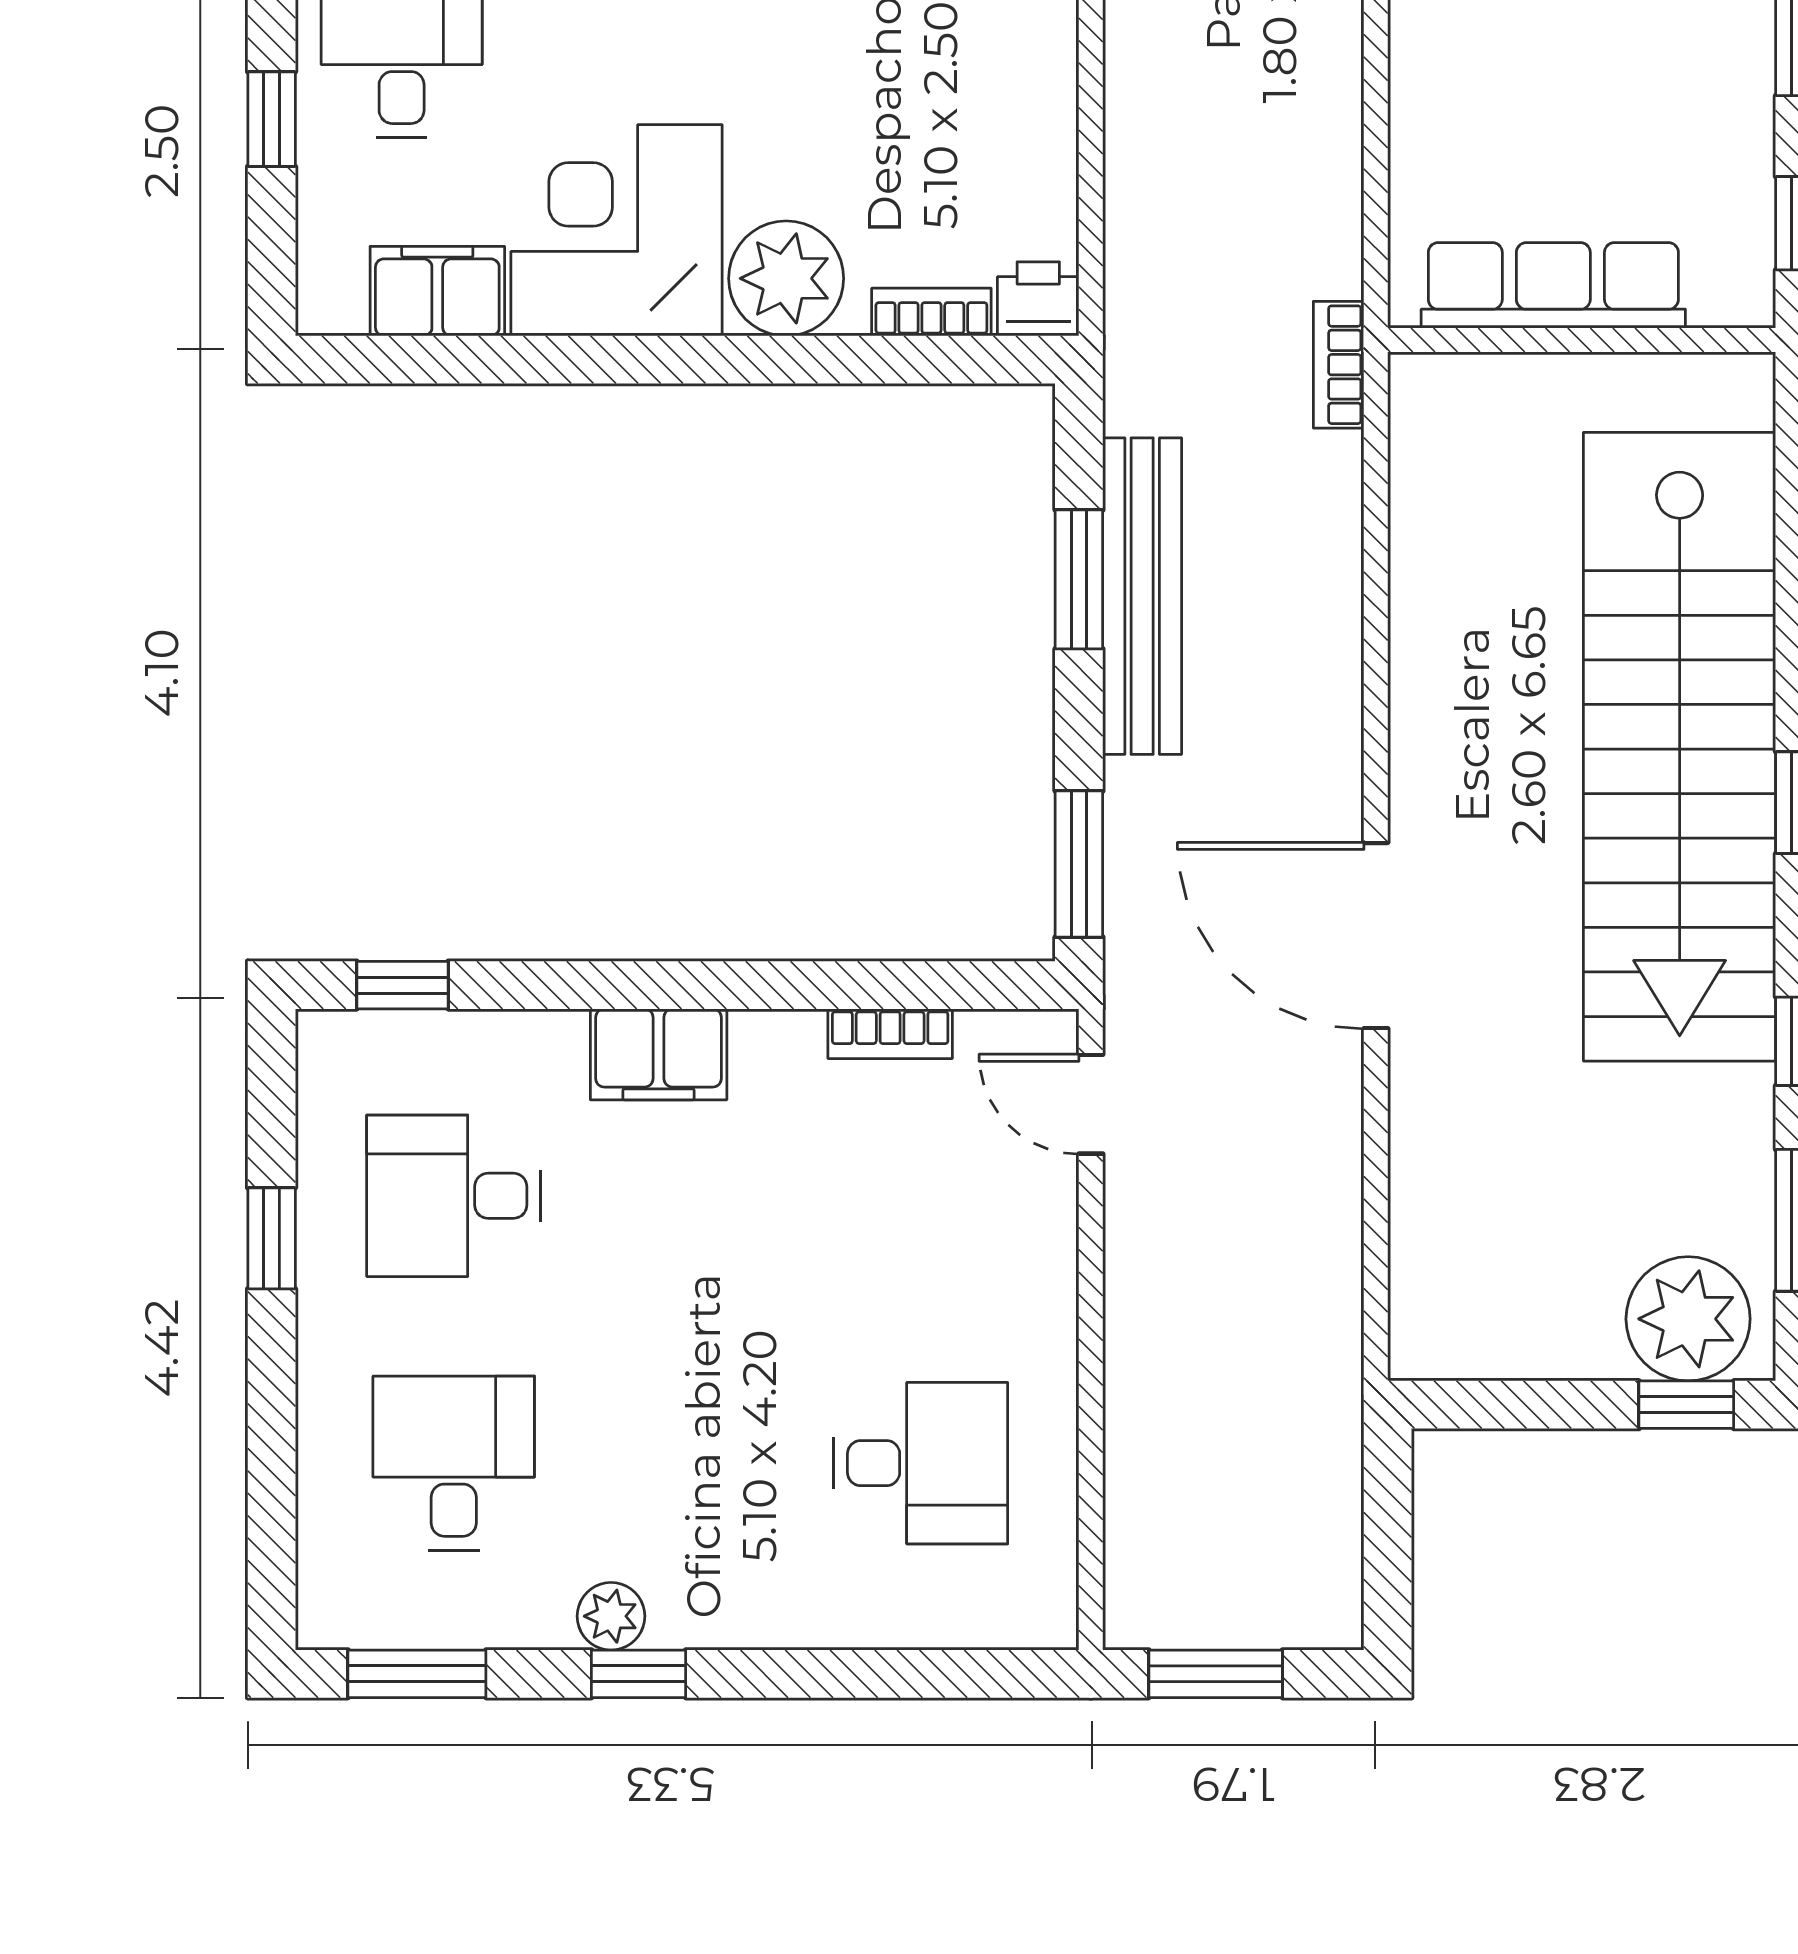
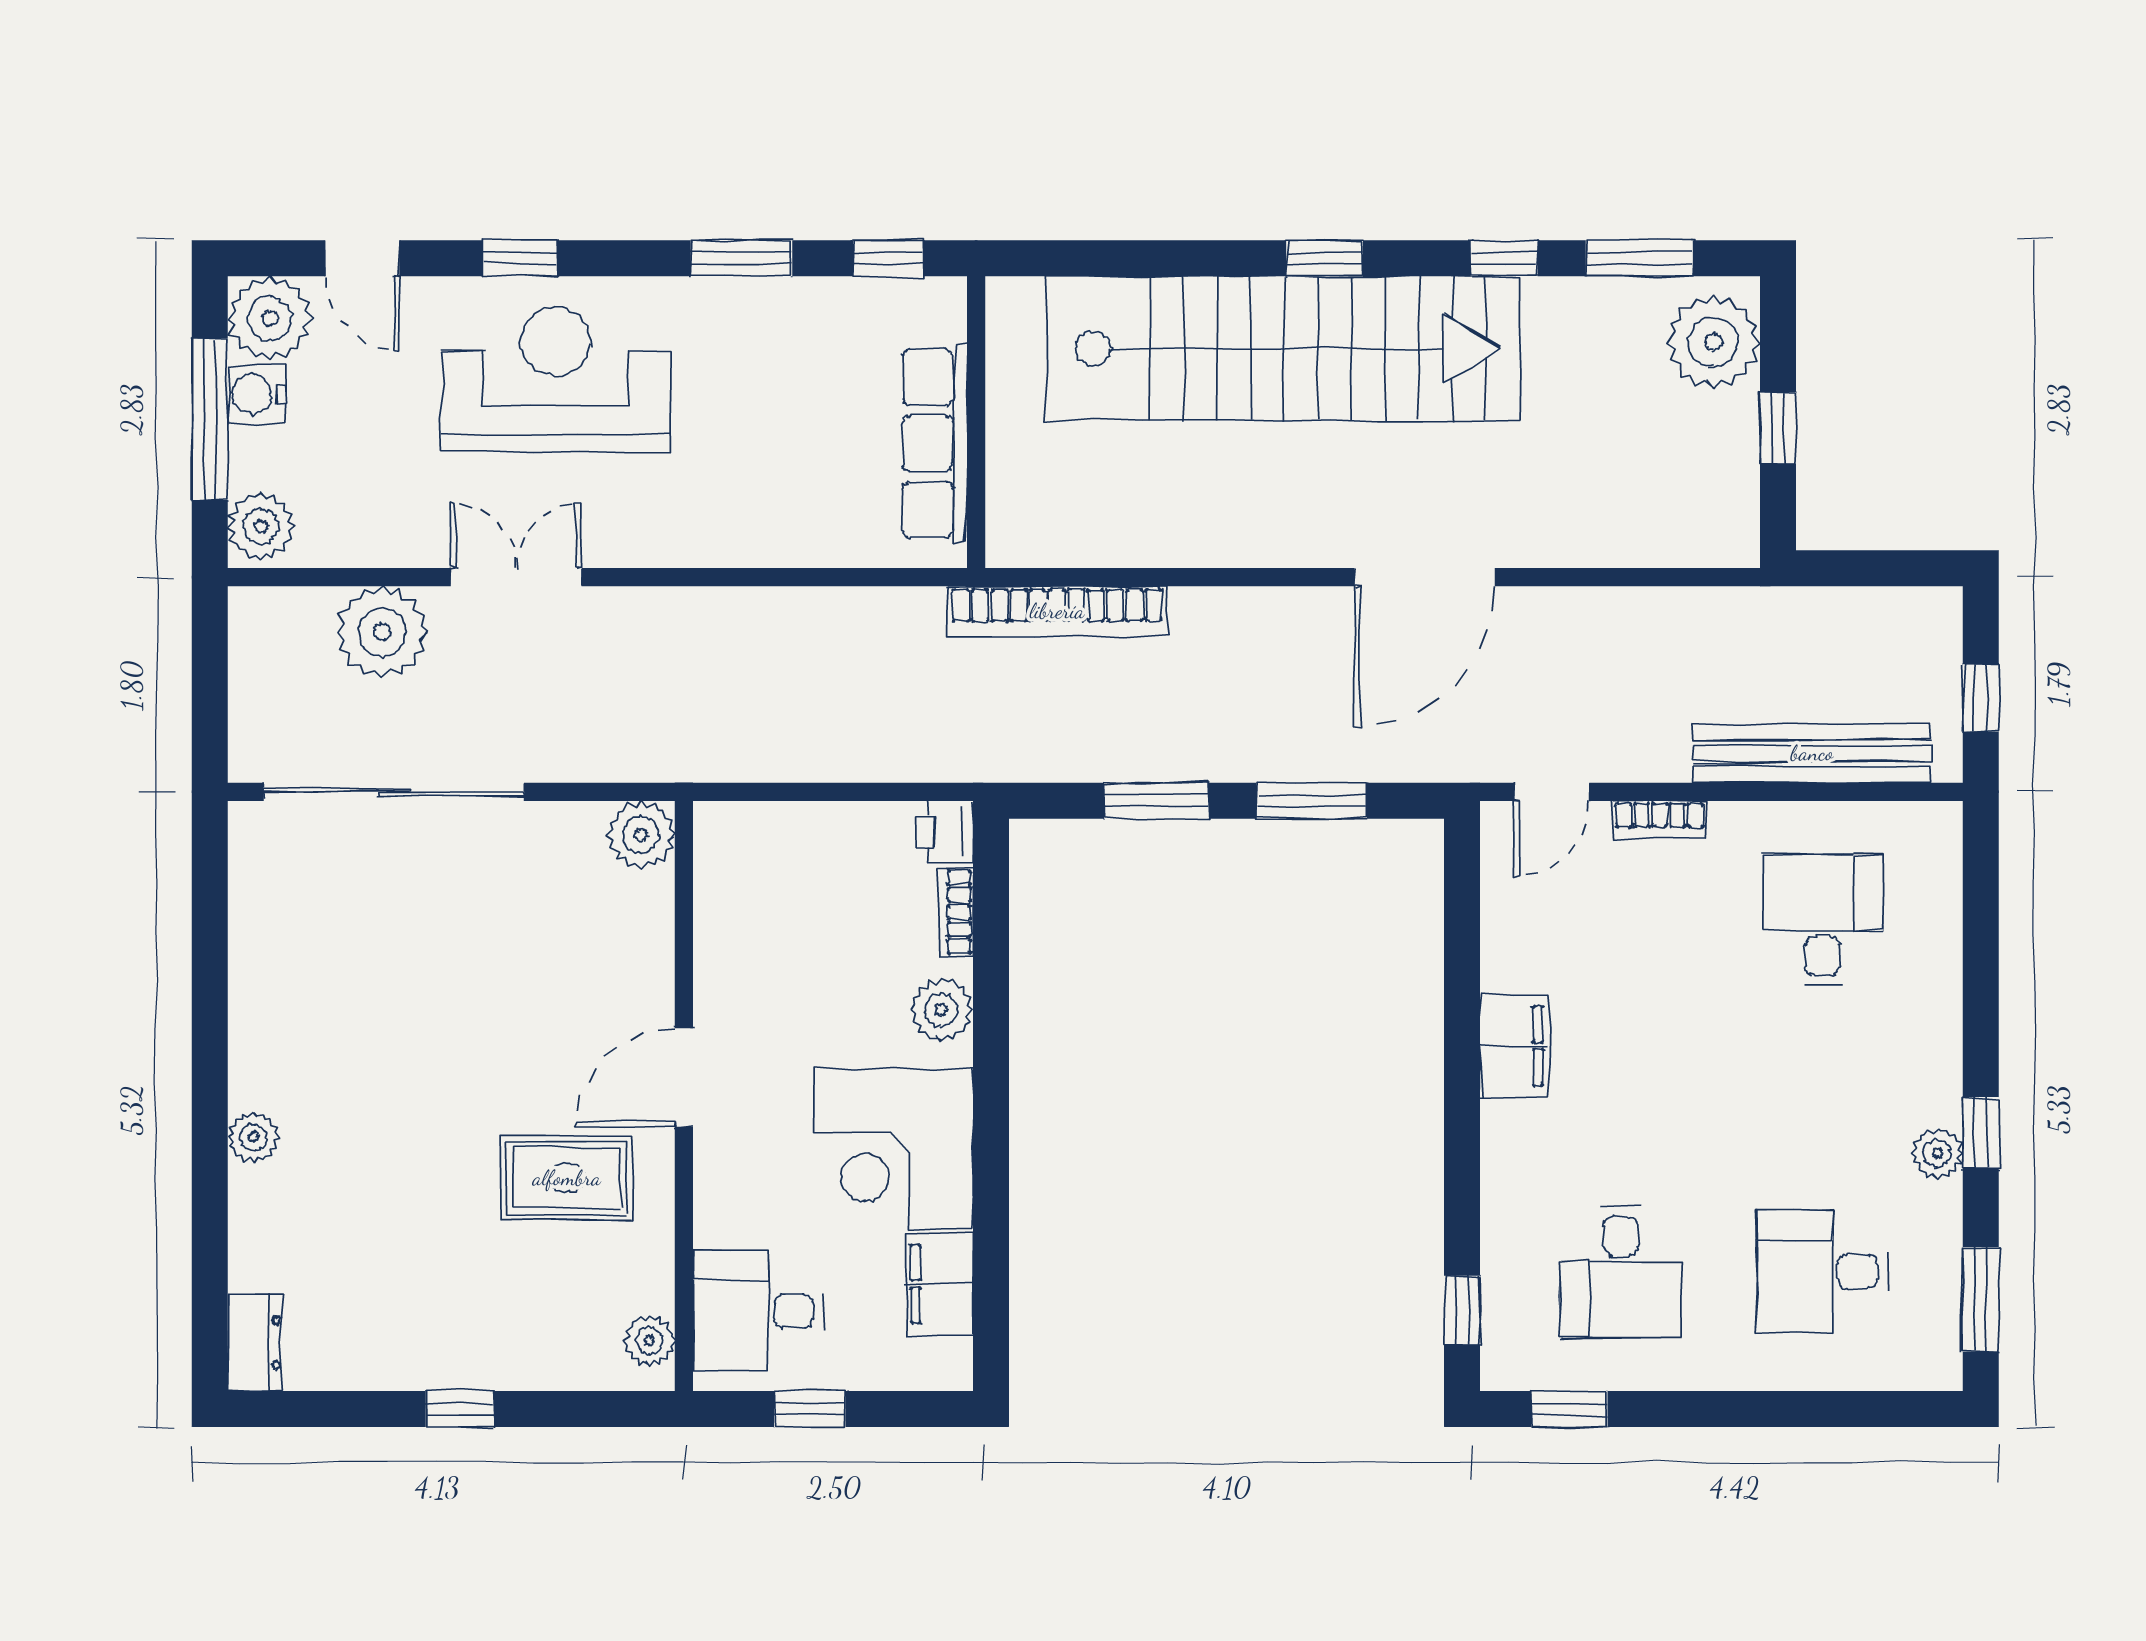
plant: (786, 278) -> (941, 1010), width x0.73, depth x0.73
bookcase: (1339, 365) -> (1057, 611), width x2.31, depth x1.31
bench: (1142, 596) -> (1812, 753), moved
window: (1079, 864) -> (1312, 801), moved
bookcase: (890, 1034) -> (1660, 819), moved, turned 90
filing cabinet: (659, 1054) -> (1514, 1046), moved
window: (272, 1238) -> (1569, 1409), moved
window: (1686, 1405) -> (1778, 428), moved
window: (1216, 1674) -> (1981, 698), width x0.67

